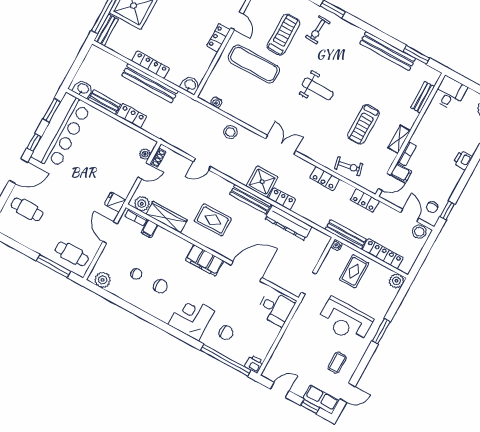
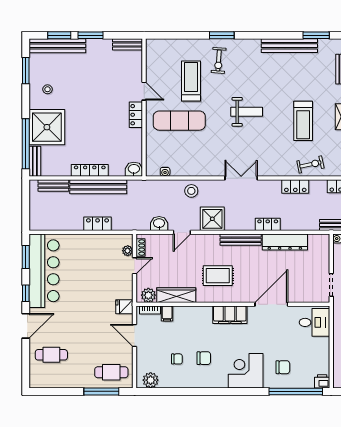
washbasin: (83, 89) -> (159, 224), moved
bench: (104, 102) -> (53, 186), moved
shower: (262, 182) -> (212, 219), moved

